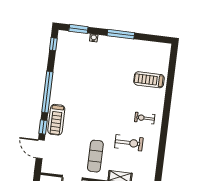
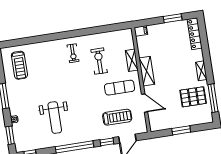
weight bench: (83, 80) -> (55, 118), added
treadmill: (149, 80) -> (19, 65), moved
treadmill: (56, 120) -> (117, 117), moved

